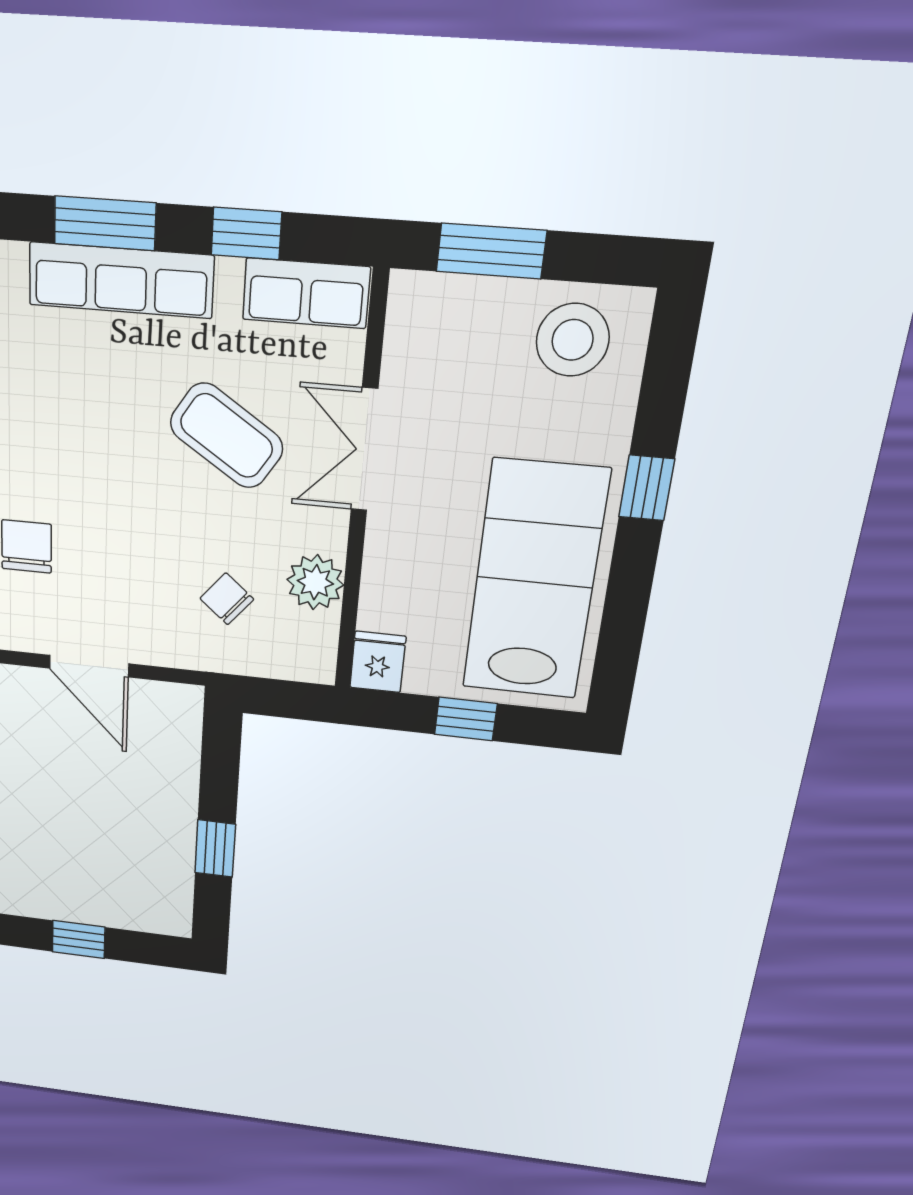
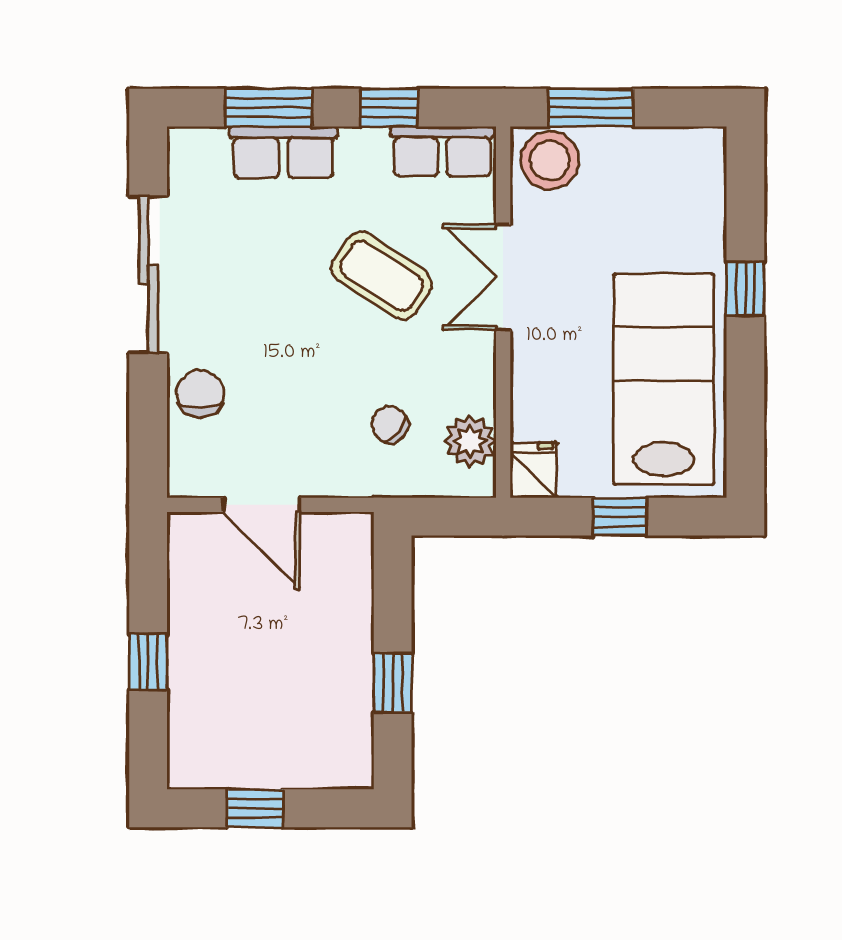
row of seats: (121, 280) -> (283, 152), width x0.68
stool: (573, 340) -> (550, 160), moved
plant: (315, 582) -> (470, 441), moved

